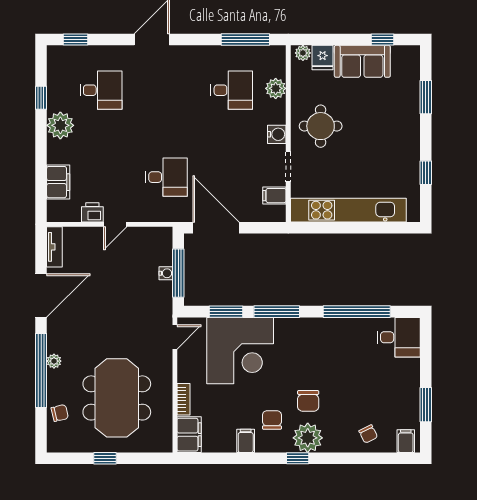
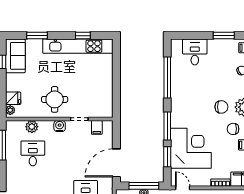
sofa: (362, 61) -> (15, 56), moved
kitchen unit: (348, 210) -> (78, 46), moved, turned -90
desk: (399, 337) -> (195, 52), moved

